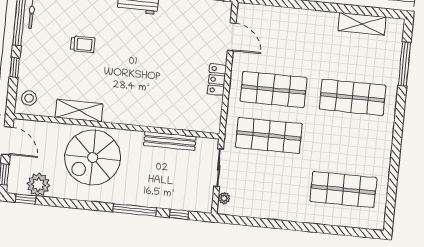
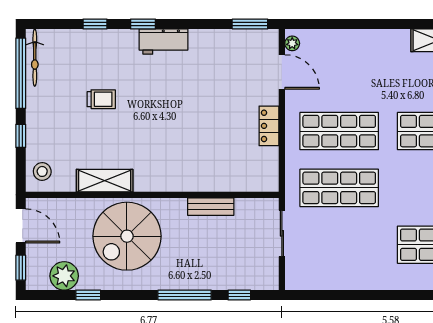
bench: (170, 141) -> (211, 207), width x0.73
plant: (224, 198) -> (292, 43), moved
window: (26, 199) -> (88, 295), moved

